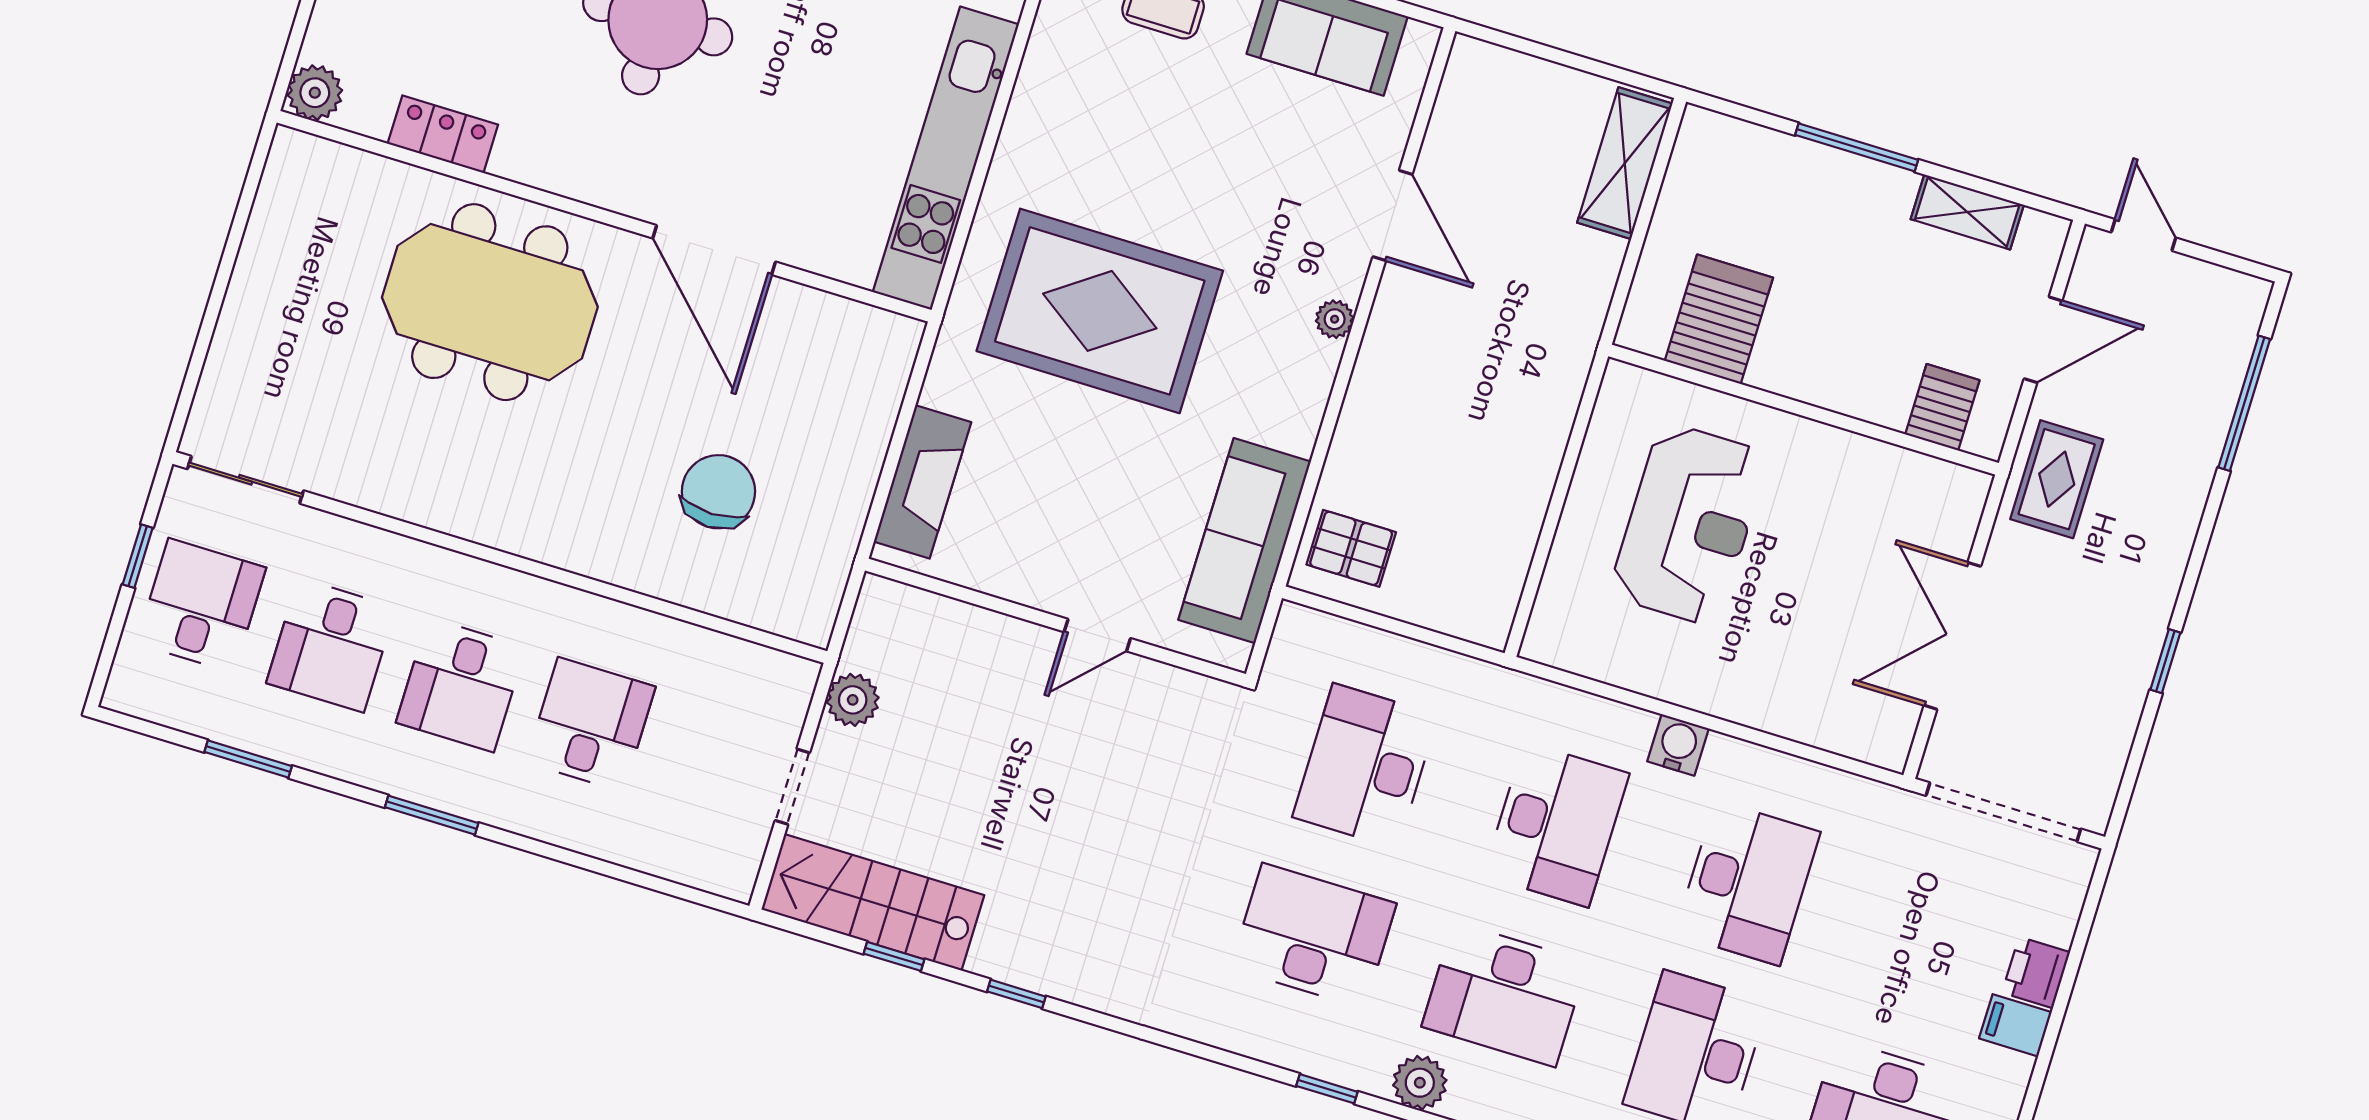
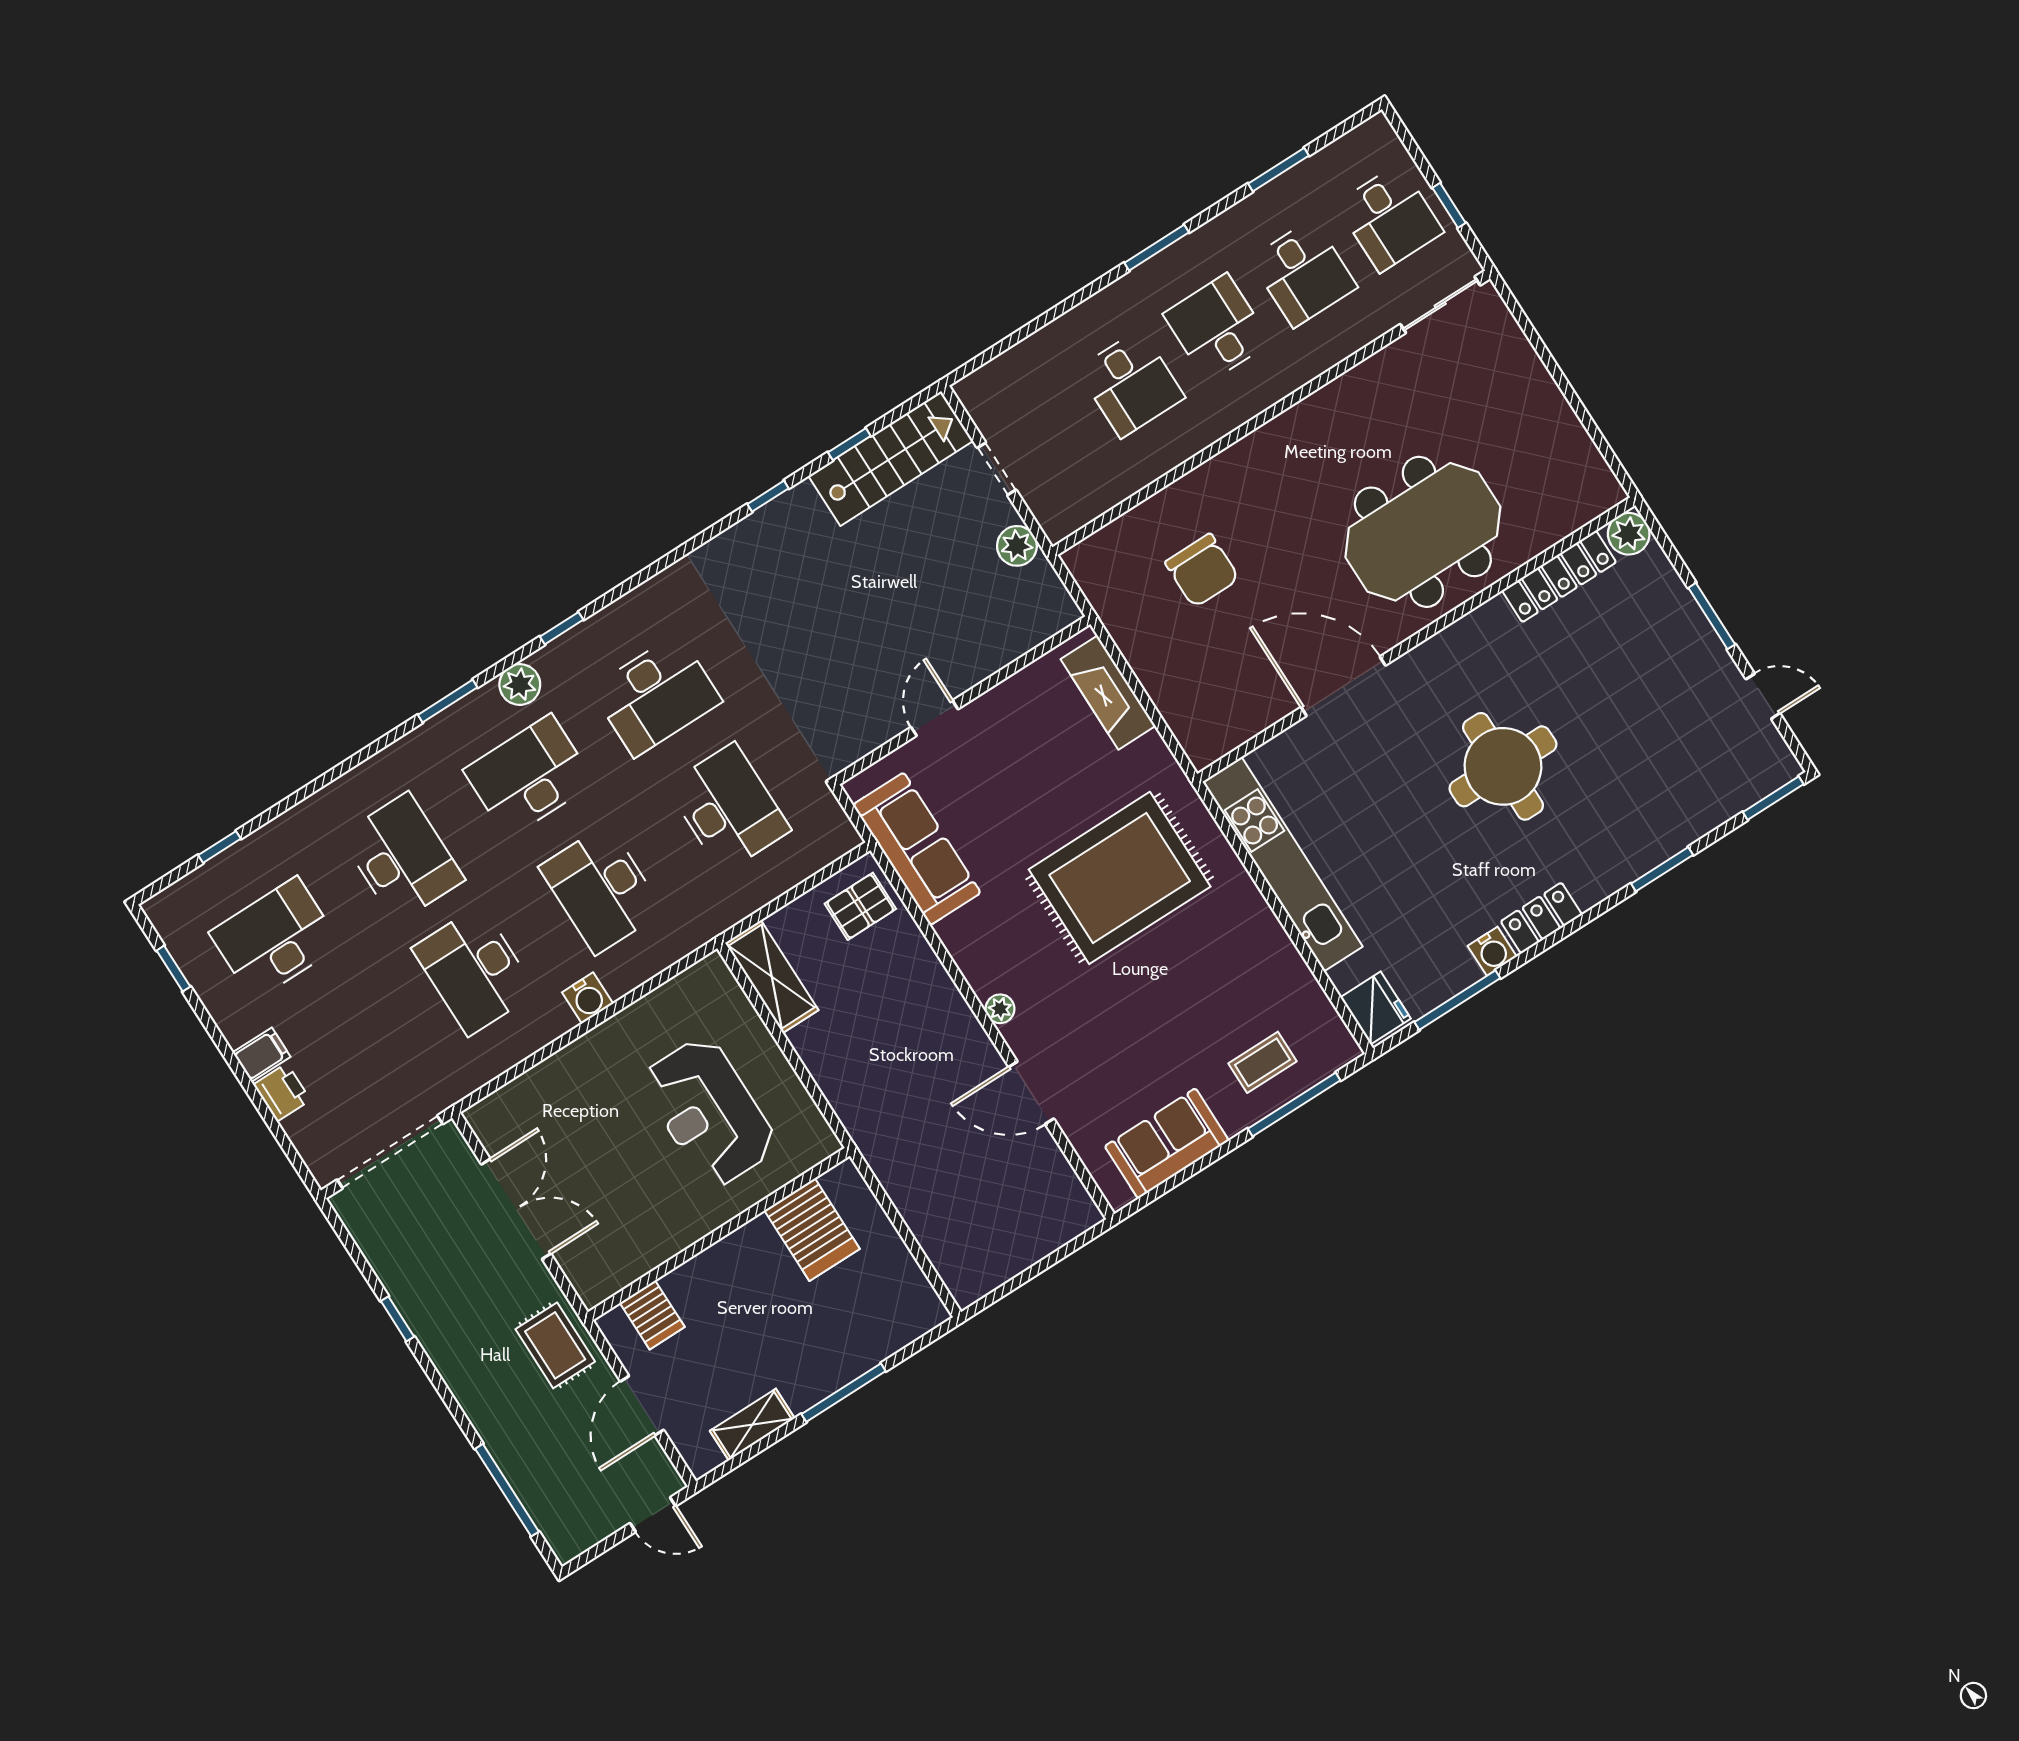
locker: (443, 134) -> (1559, 576), width x1.53
shelving: (1625, 163) -> (772, 977), moved
desk: (331, 645) -> (1303, 273), turned 180

